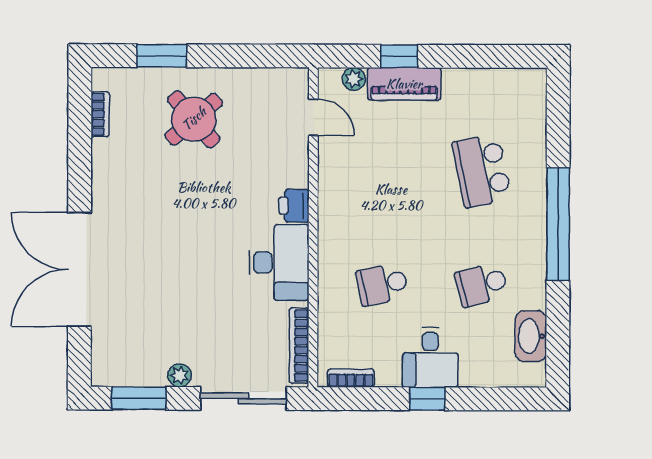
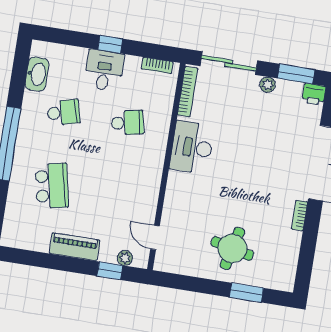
window: (399, 56) -> (110, 271), moved
piano: (404, 84) -> (74, 247), moved
bookcase: (100, 114) -> (299, 215), moved
round table: (194, 119) -> (232, 248), turned -36
printer: (294, 206) -> (314, 94), moved, turned 90

